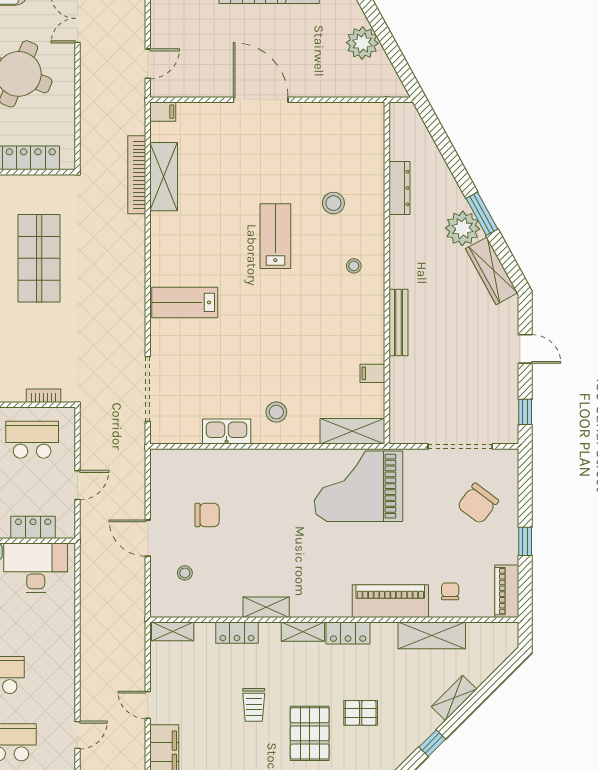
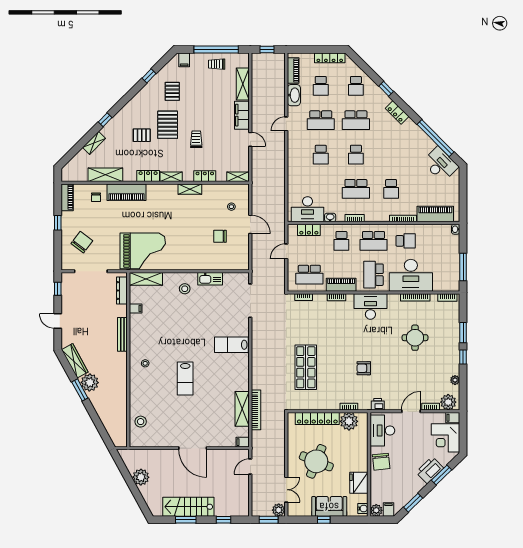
dresser: (399, 188) -> (122, 291), moved
stool: (333, 203) -> (141, 422), moved
lab bench: (185, 302) -> (231, 345), turned 180

